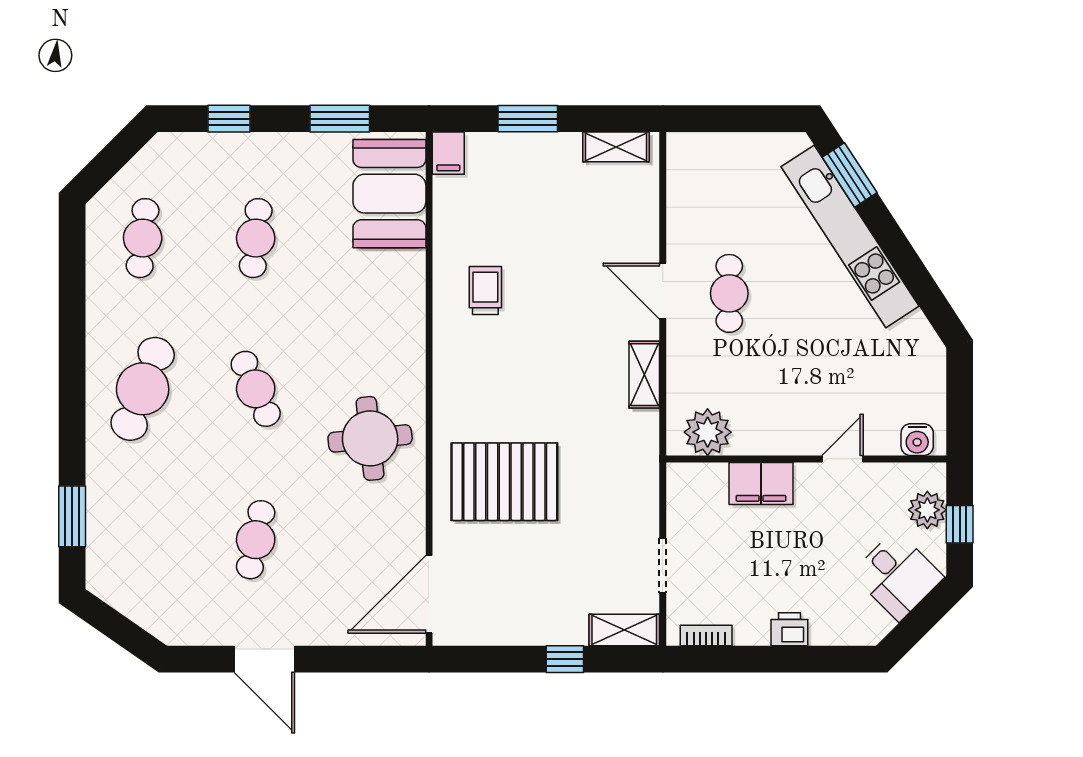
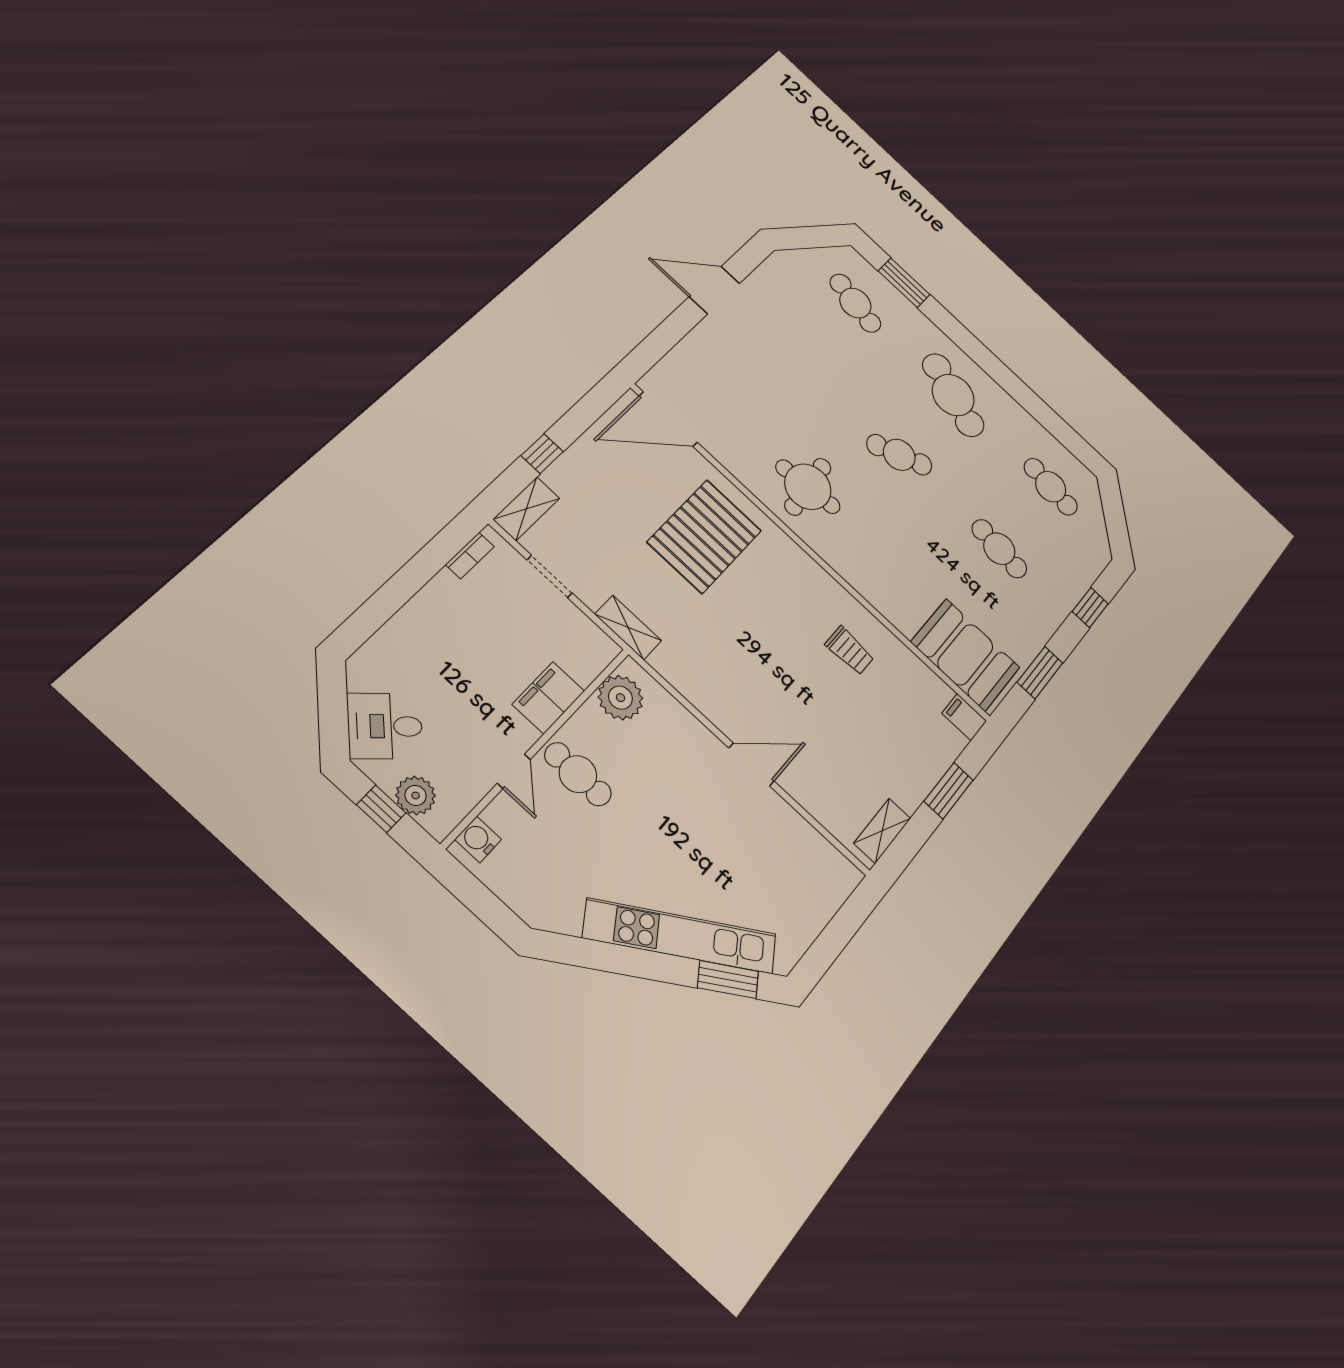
cafe table: (729, 293) -> (578, 774), moved
shelving: (644, 375) -> (628, 628), moved
cafe table: (256, 540) -> (855, 303), moved
door: (429, 594) -> (668, 419), swing flipped
printer: (789, 629) -> (419, 614), removed

